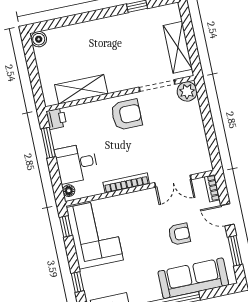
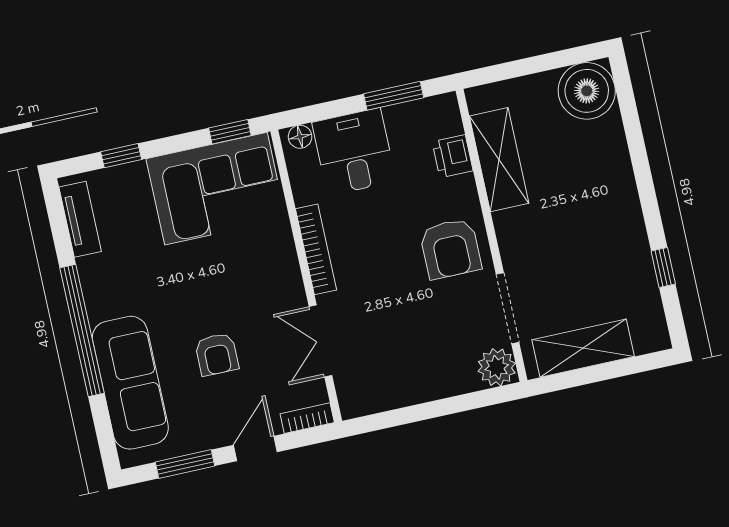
boiler: (39, 39) -> (587, 91), width x1.86, depth x1.86
printer: (56, 119) -> (453, 156), moved, turned 90

